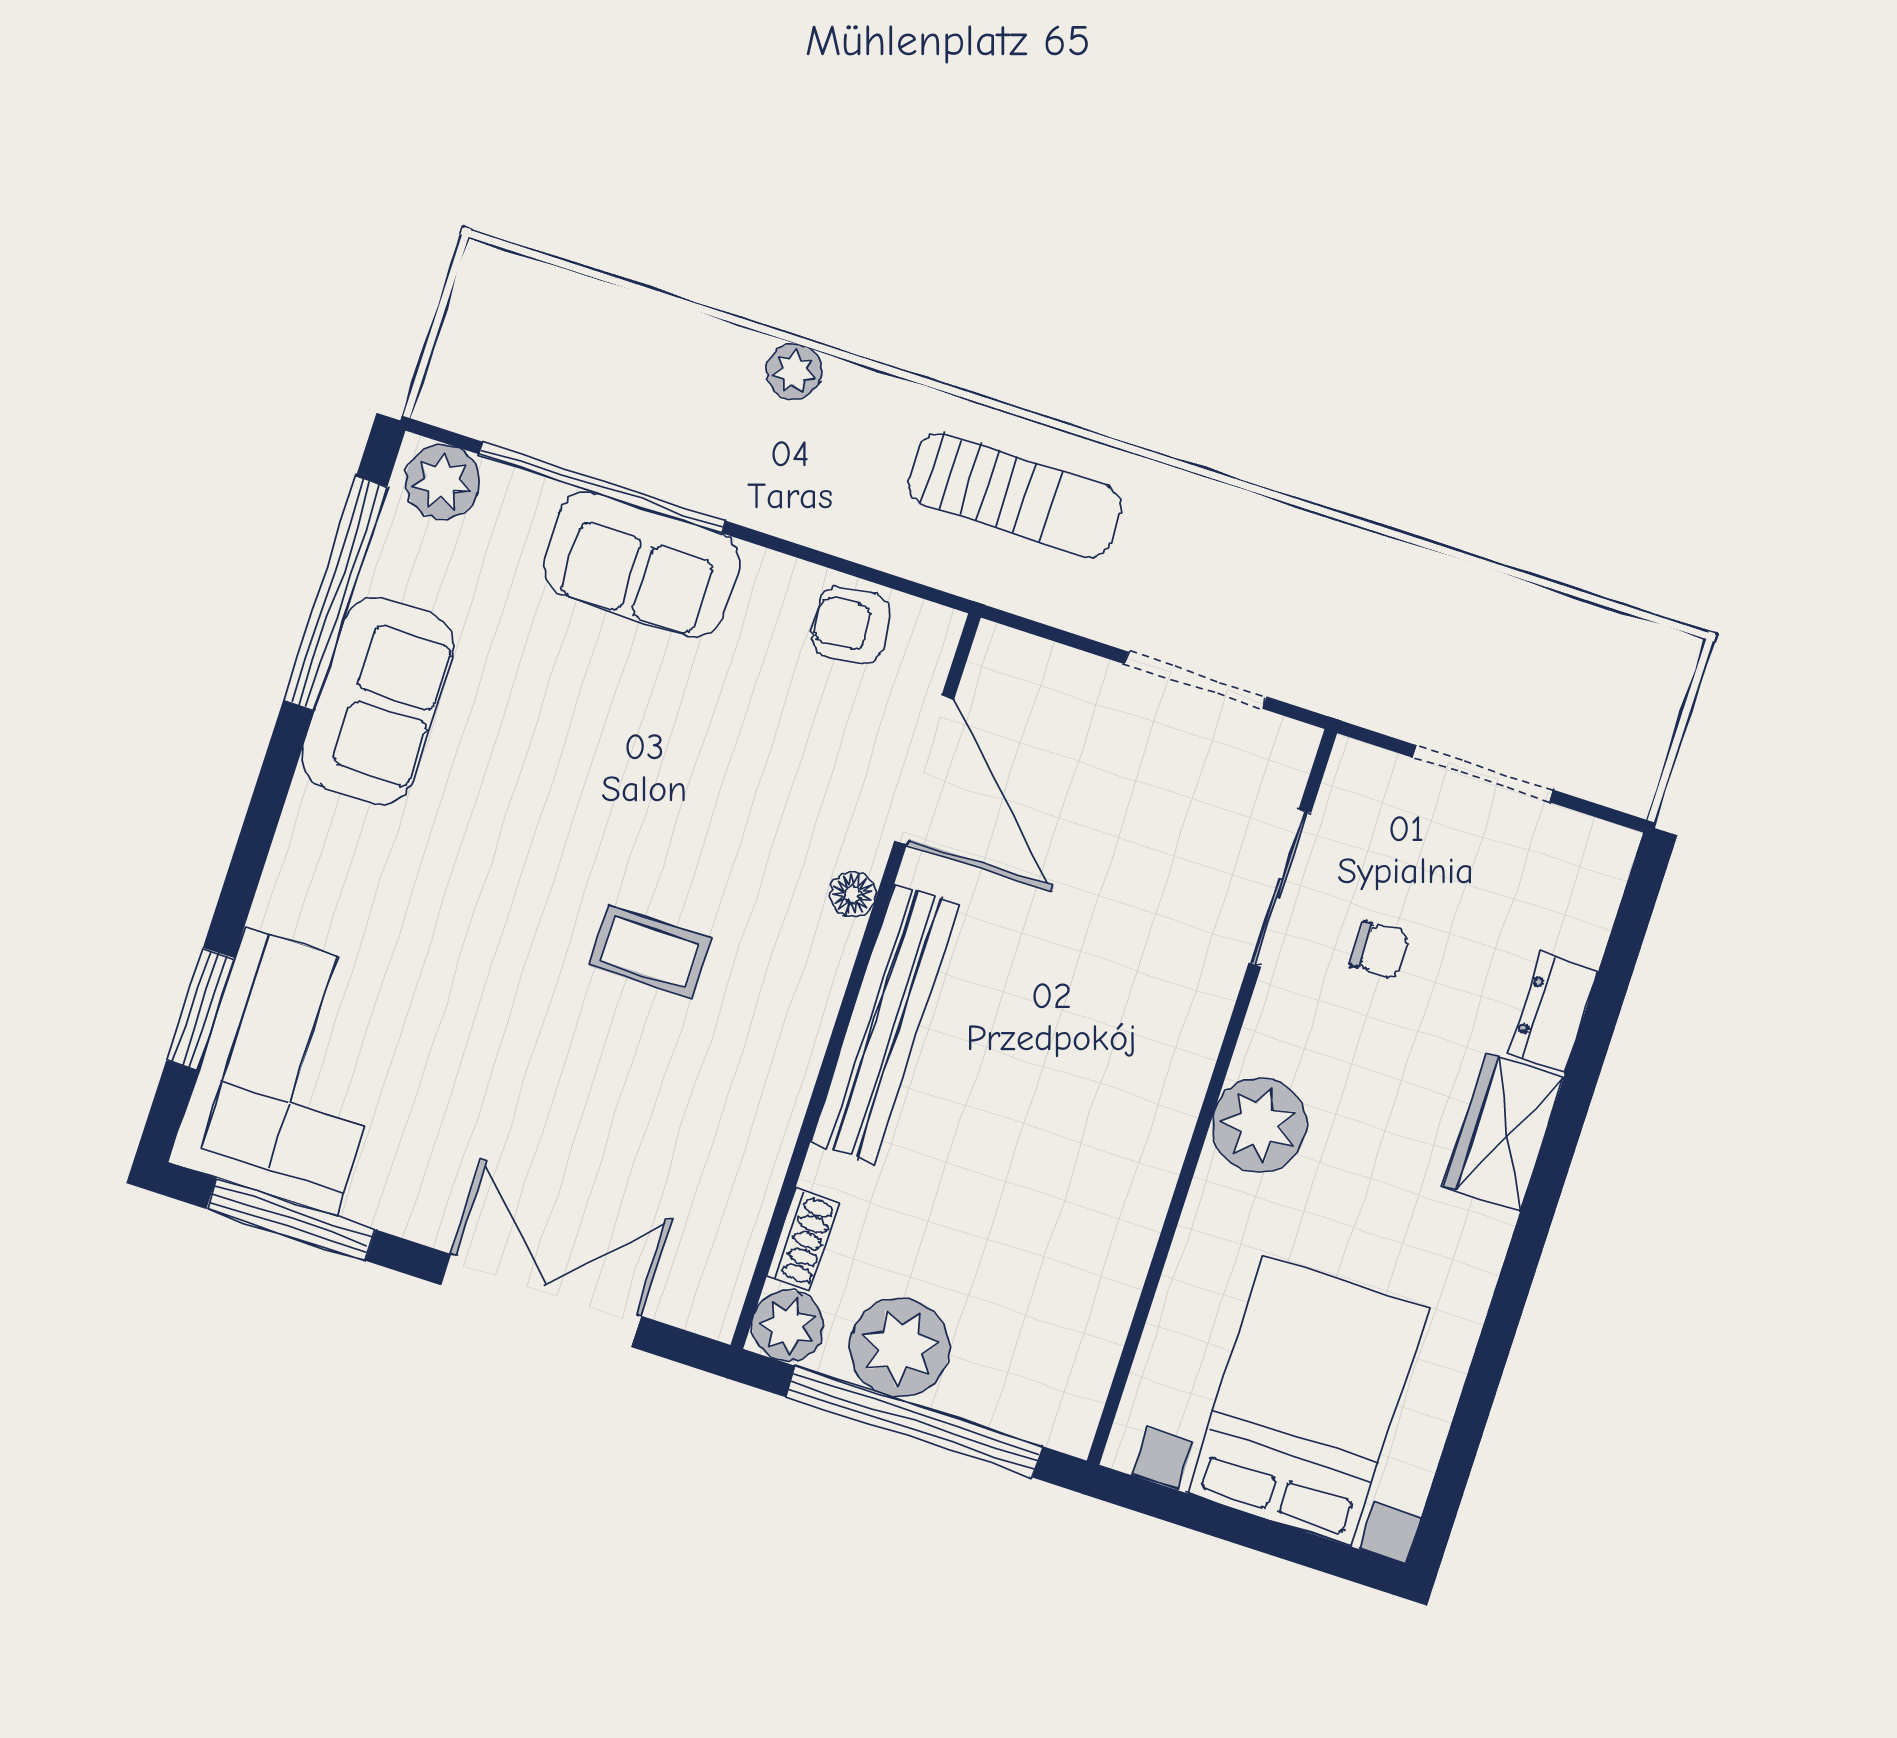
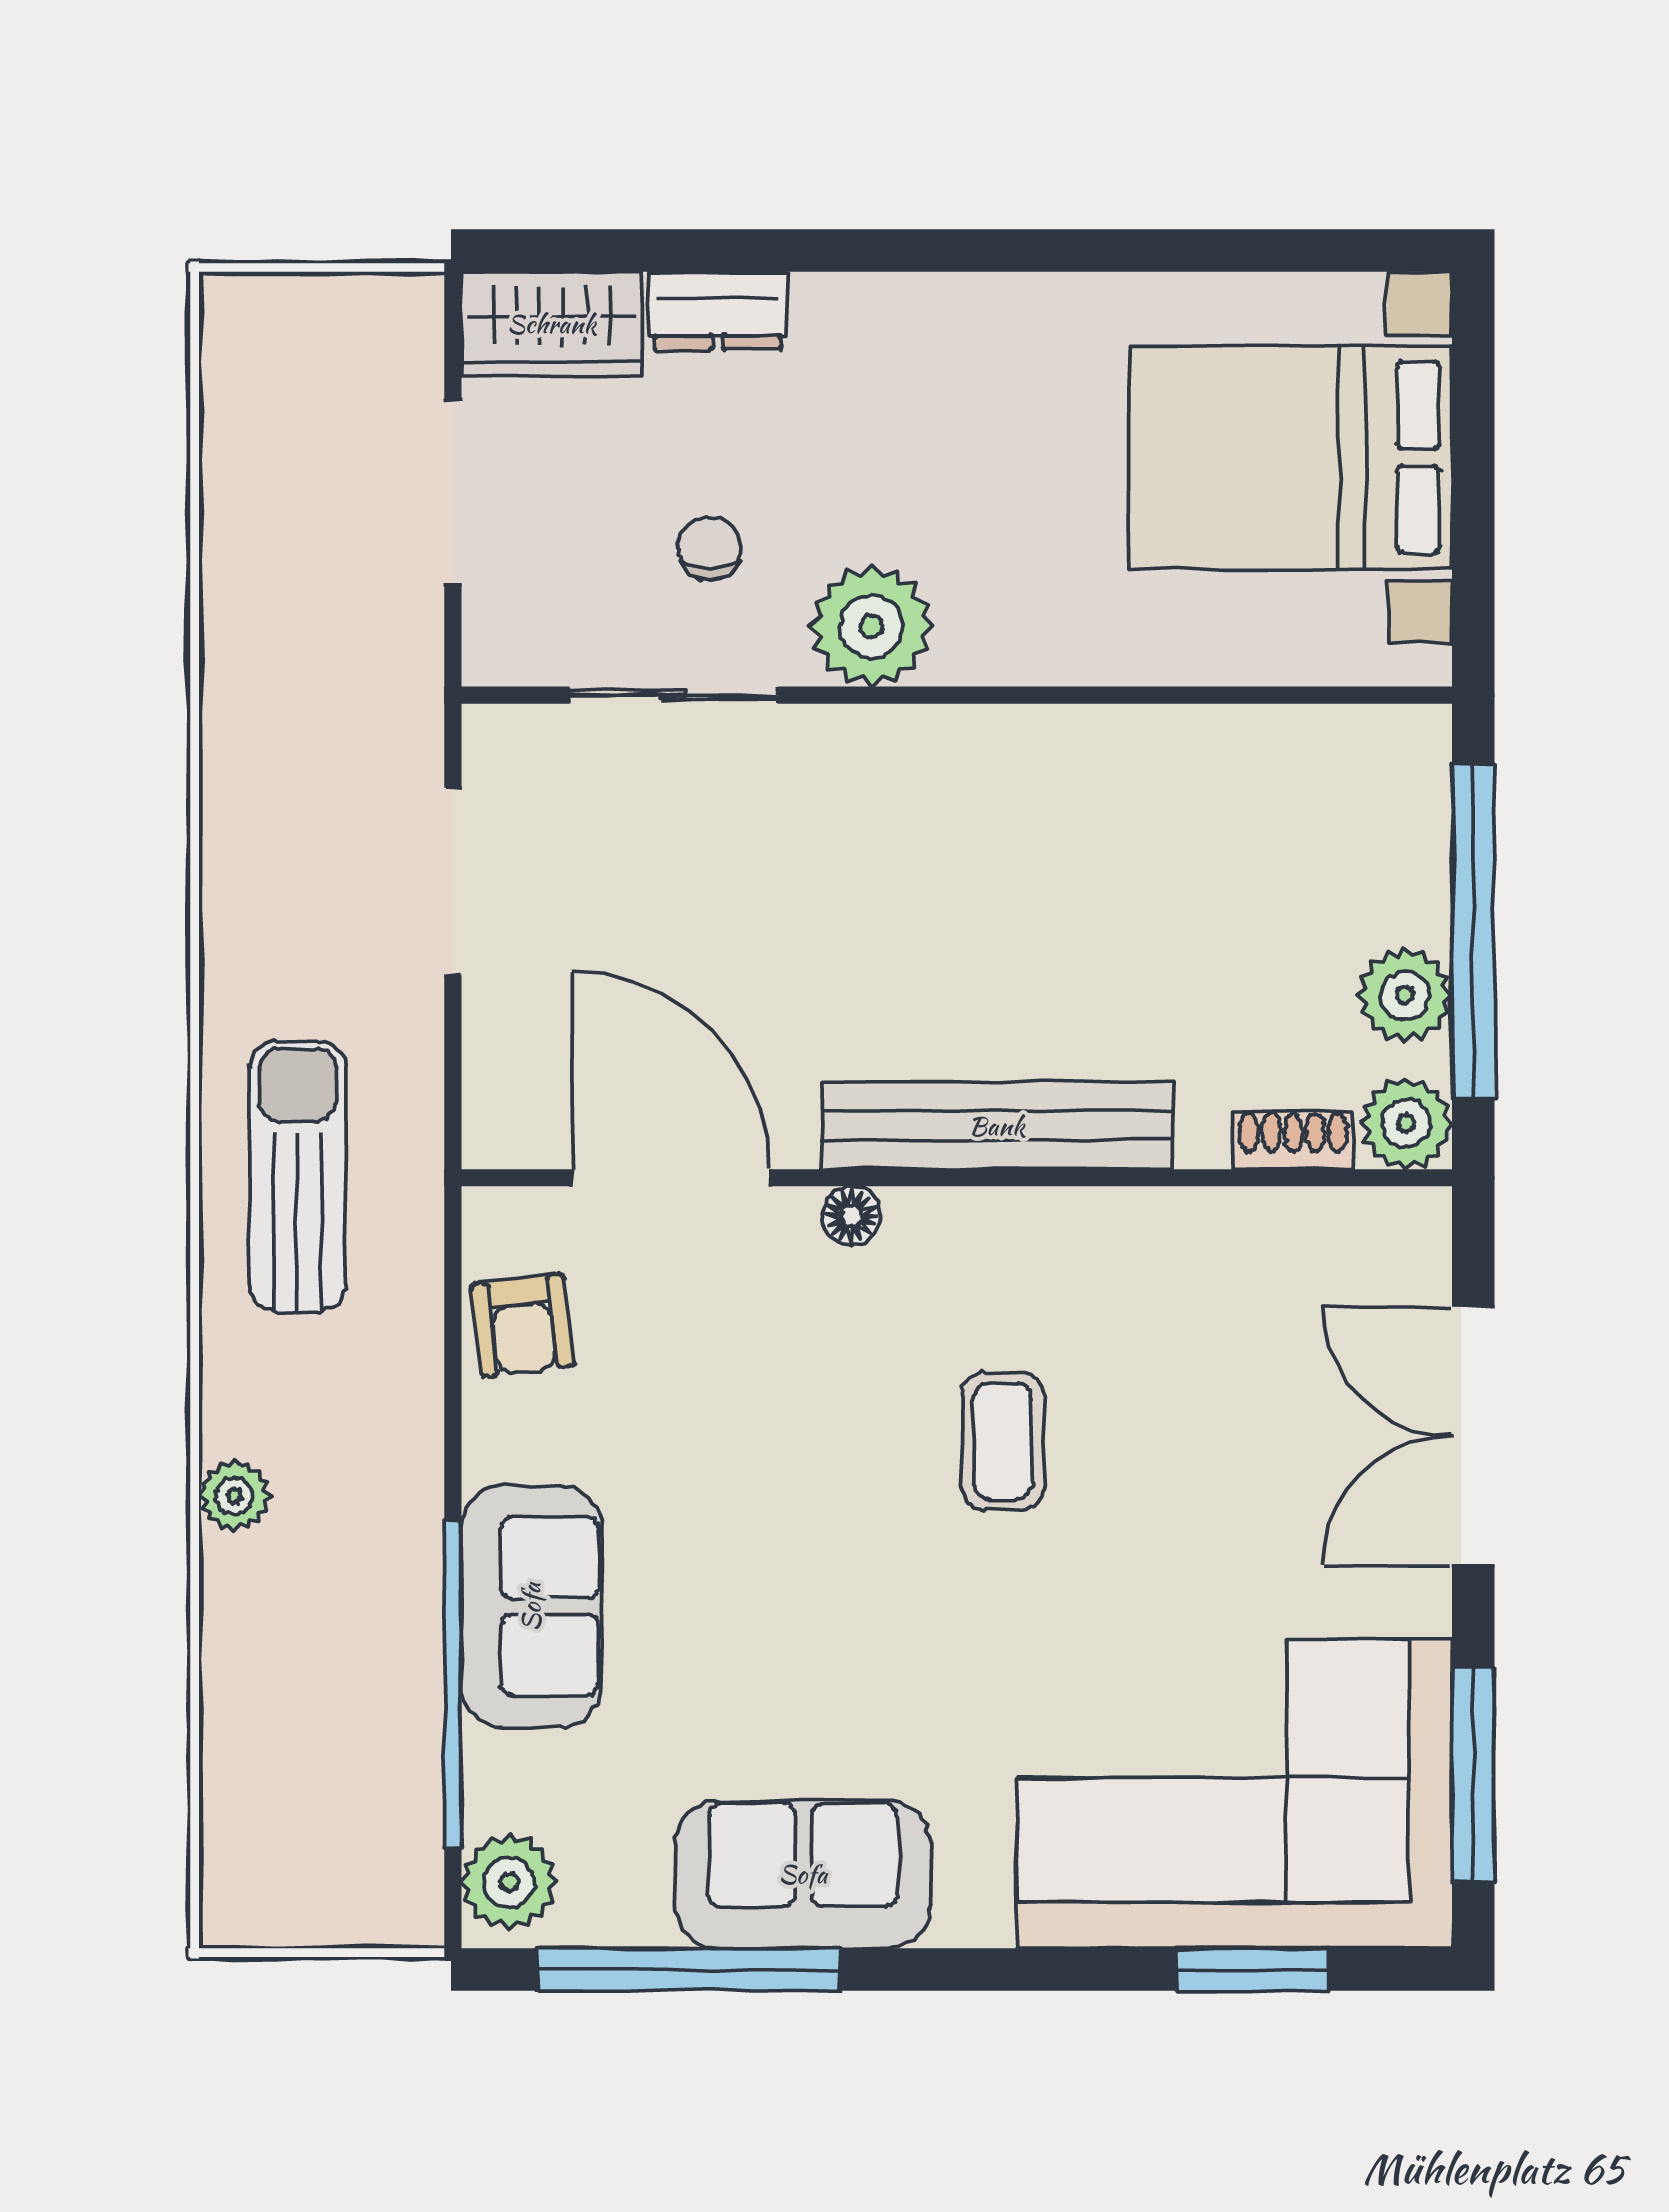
door: (924, 770) -> (671, 1178), hinge flipped
corner sofa: (290, 1071) -> (1235, 1794), width x1.36, depth x1.36
plant: (1259, 1125) -> (871, 626), moved
wardrobe: (1503, 1132) -> (552, 324), moved
plant: (899, 1347) -> (1405, 995), width x0.73, depth x0.73

